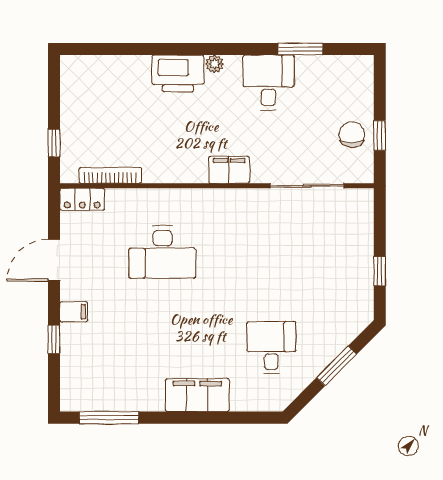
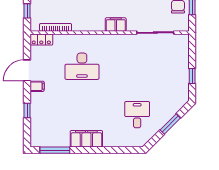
filing cabinet: (74, 312) -> (37, 86), moved
filing cabinet: (197, 395) -> (86, 139), moved

